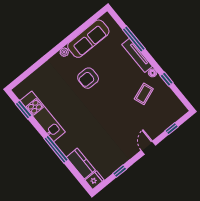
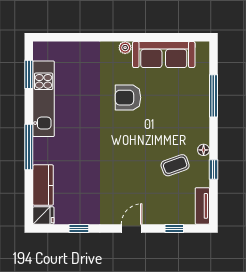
tv unit: (137, 55) -> (202, 206), moved, width x0.71

